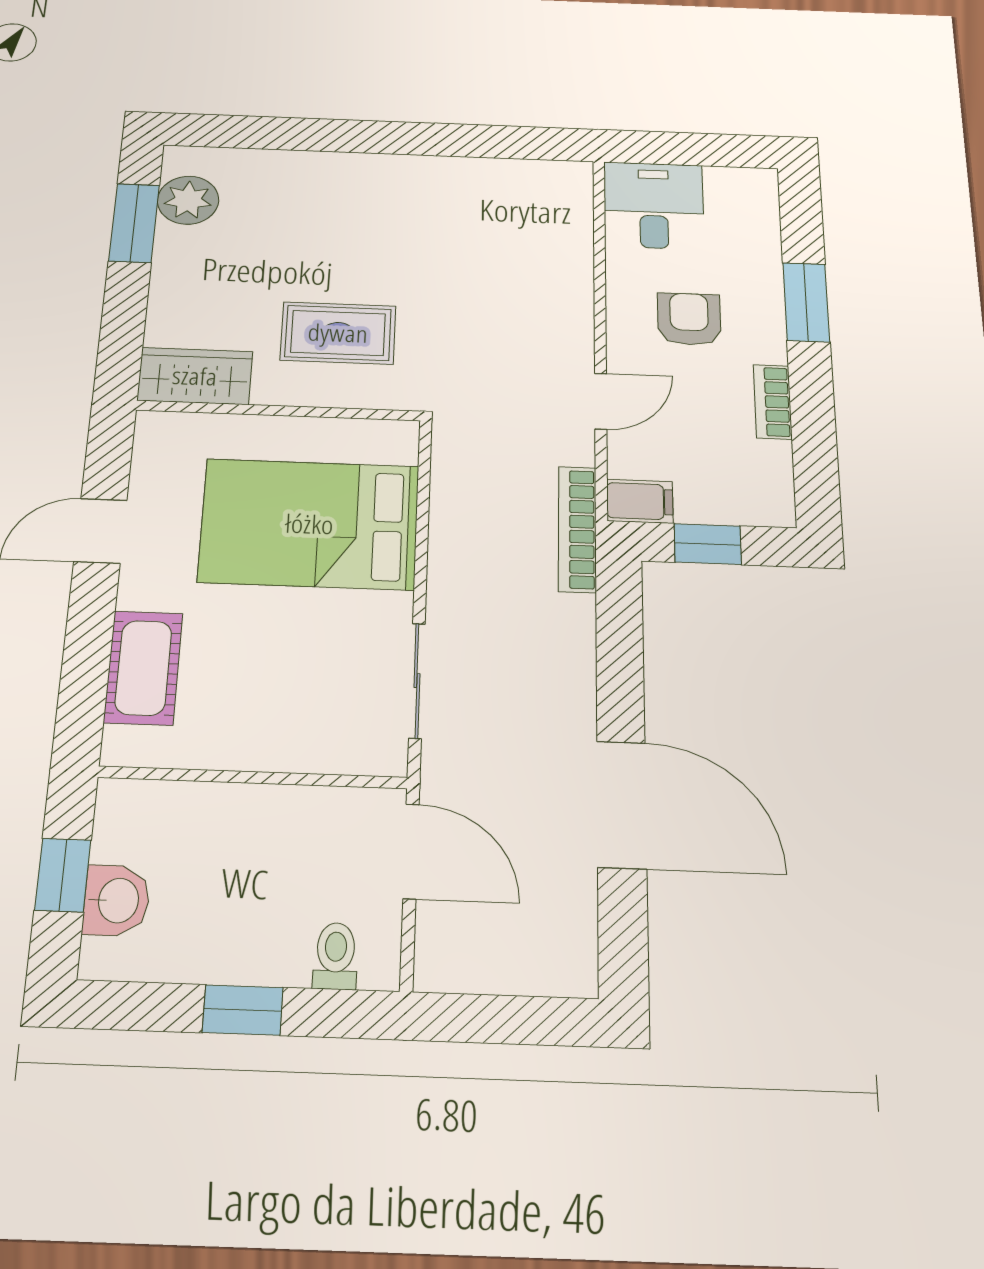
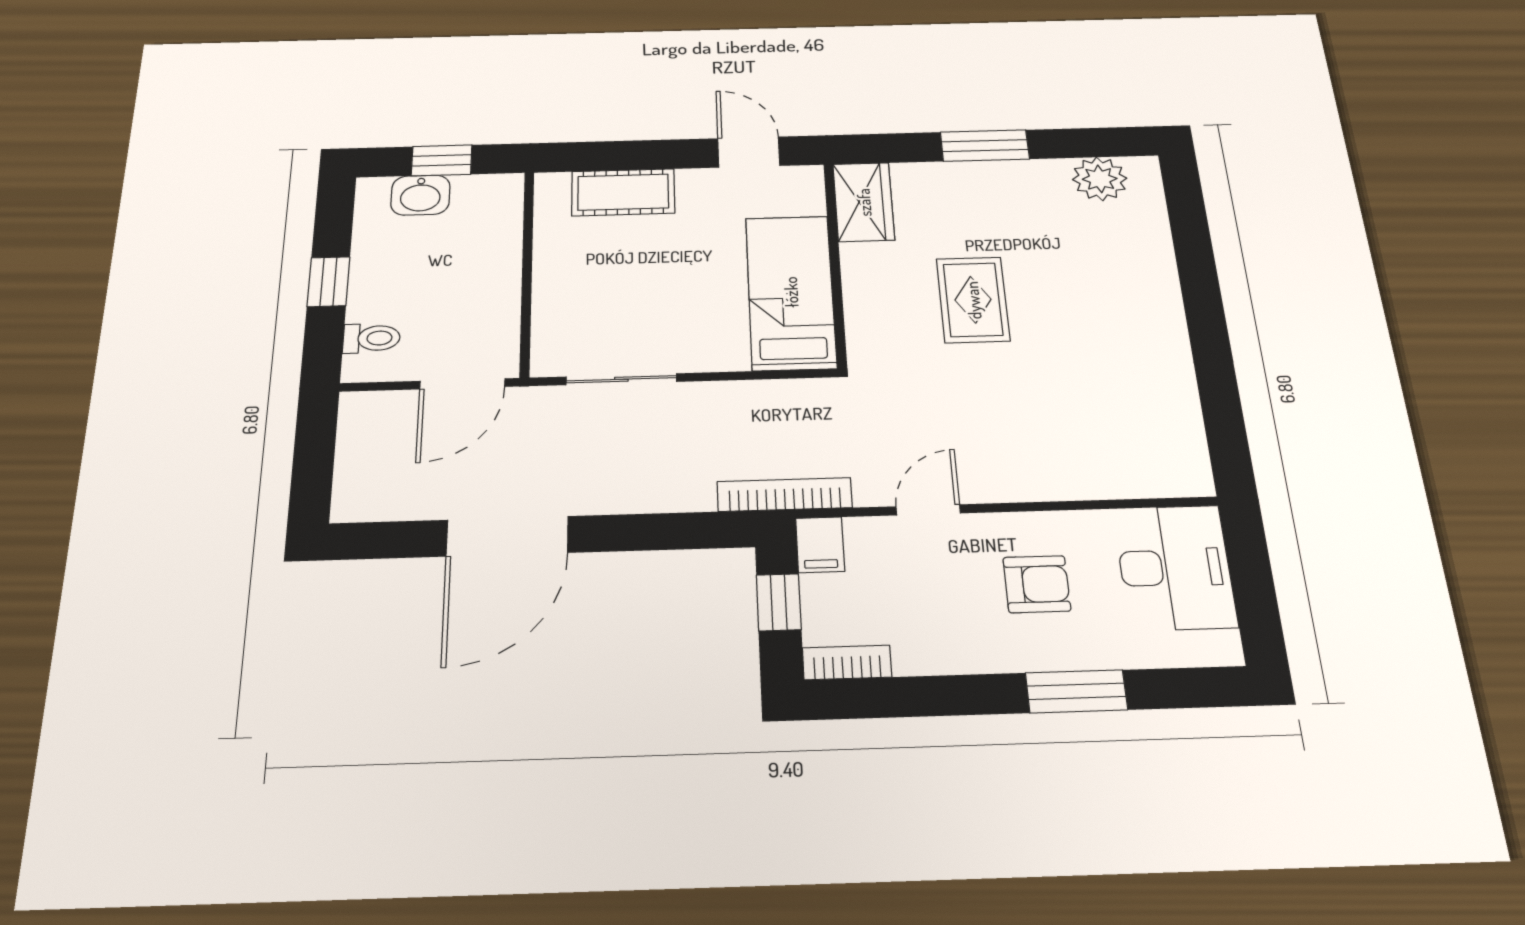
desk: (654, 205) -> (1175, 567), width x1.37
window: (134, 223) -> (985, 146), moved
wardrobe: (195, 376) -> (864, 202), moved
door: (601, 401) -> (928, 510), swing flipped
bookcase: (773, 402) -> (847, 662), moved
wall: (278, 411) -> (835, 263), moved
bed: (309, 524) -> (791, 292), width x0.67

